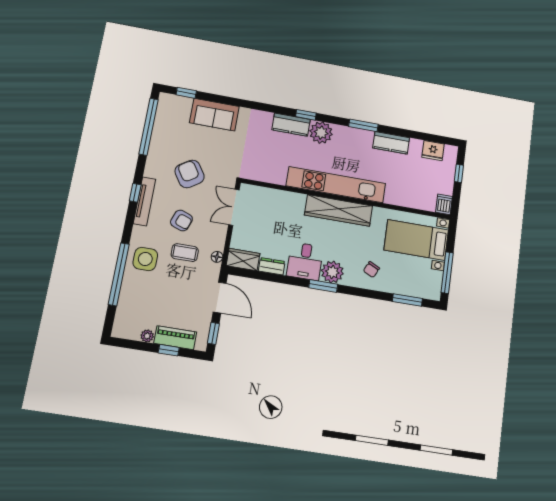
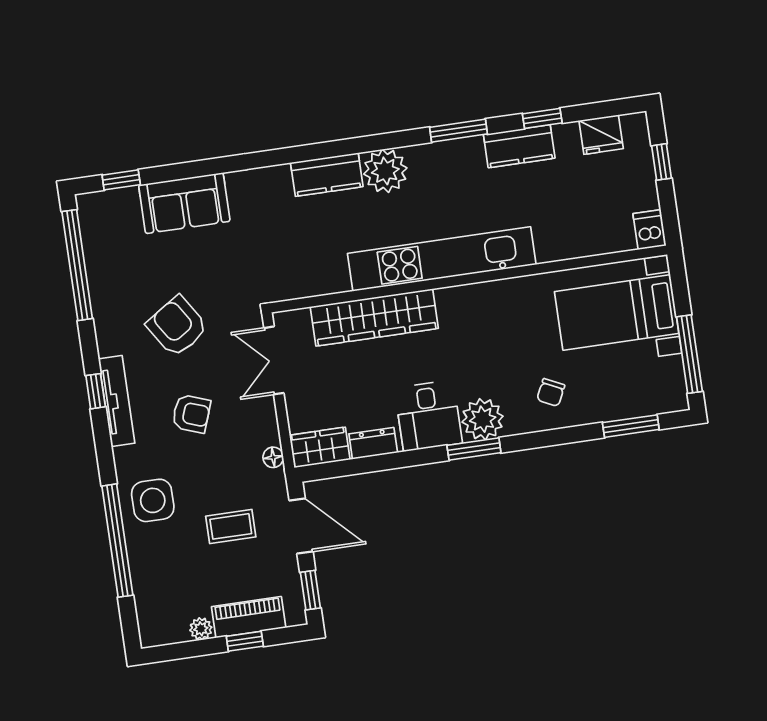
window: (306, 115) -> (542, 118), moved
wardrobe: (339, 210) -> (374, 317), moved
coffee table: (185, 253) -> (231, 526), moved

